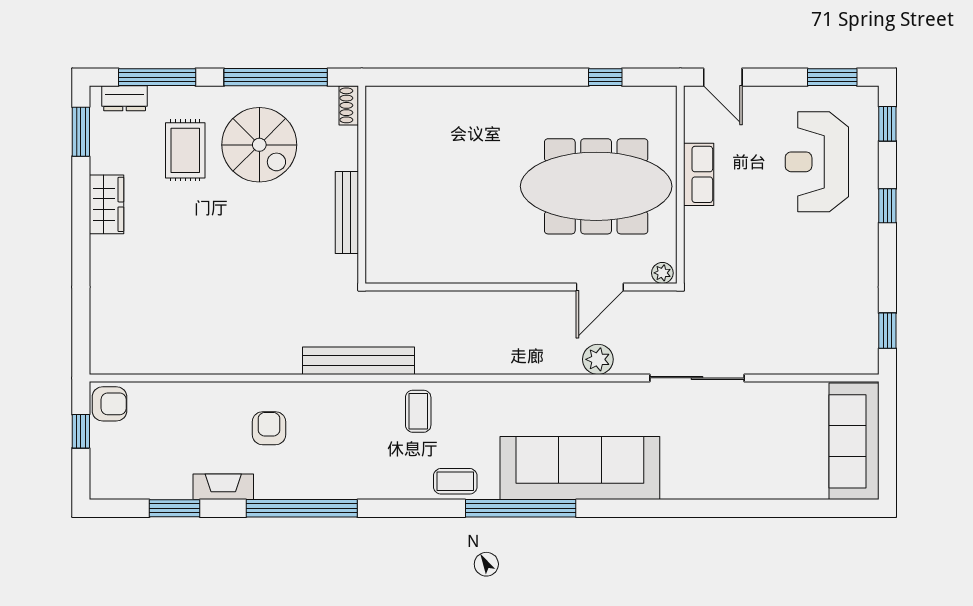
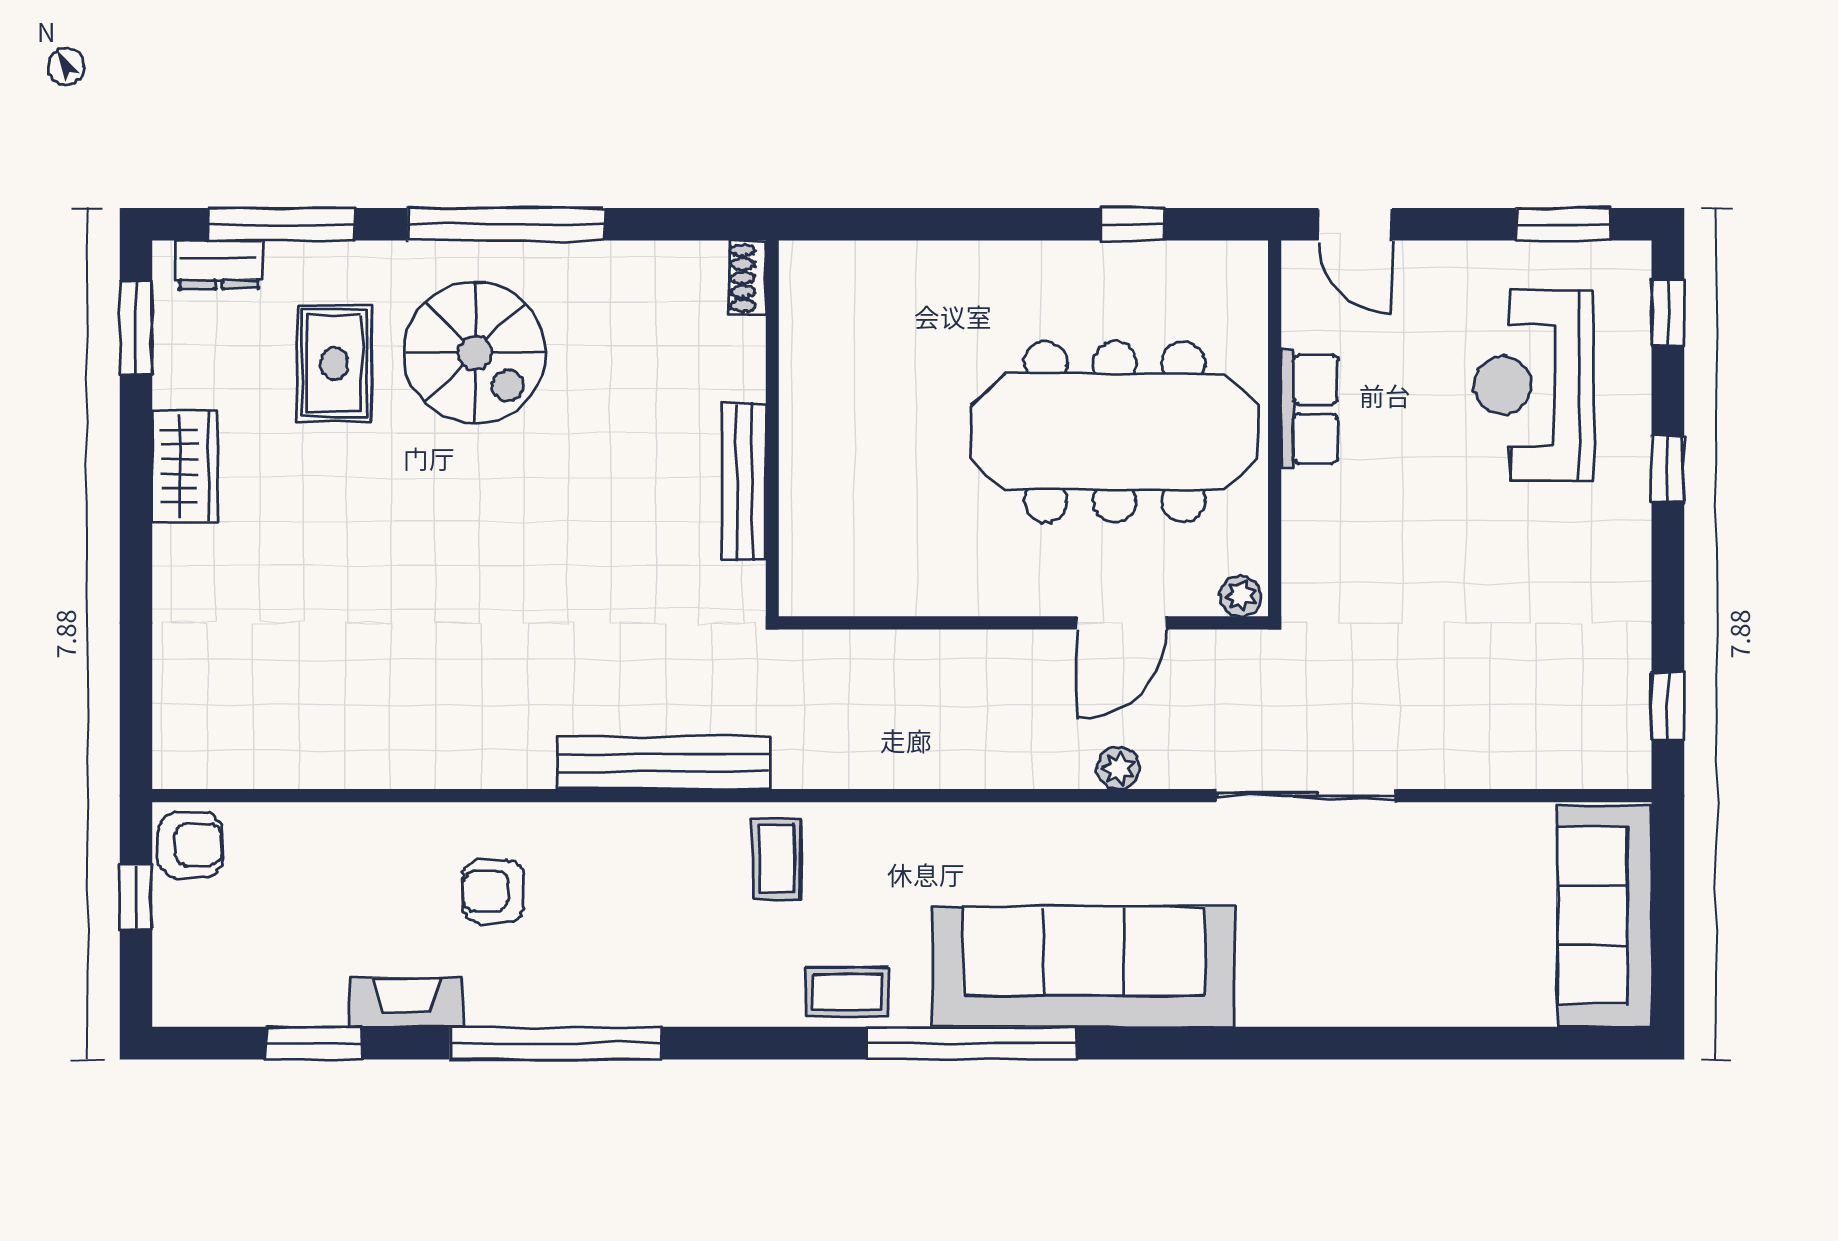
shoe rack: (349, 105) -> (748, 278), moved
wall: (362, 185) -> (772, 428), moved
bench: (347, 212) -> (744, 481), moved
plant: (598, 359) -> (1118, 768), width x0.73, depth x0.73
armchair: (269, 428) -> (493, 891), turned -90

